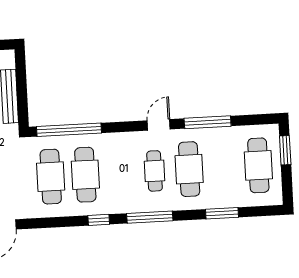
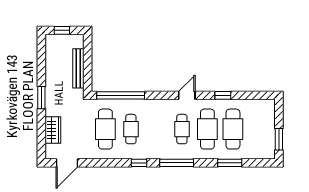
window: (208, 122) -> (223, 95), width x0.46
window: (285, 150) -> (279, 139), moved
cafe table: (258, 165) -> (233, 129), moved
cafe table: (85, 175) -> (131, 129), width x0.73, depth x0.74

